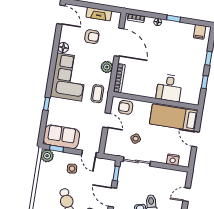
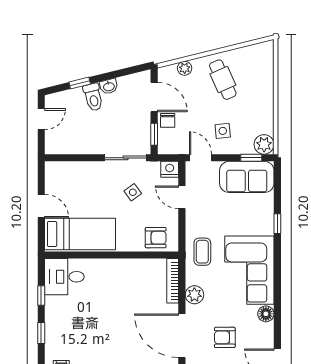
desk: (169, 88) -> (64, 277), moved, turned -90
door: (107, 120) -> (182, 197), moved
nightstand: (173, 160) -> (170, 169), moved
chair: (106, 181) -> (168, 120), added

